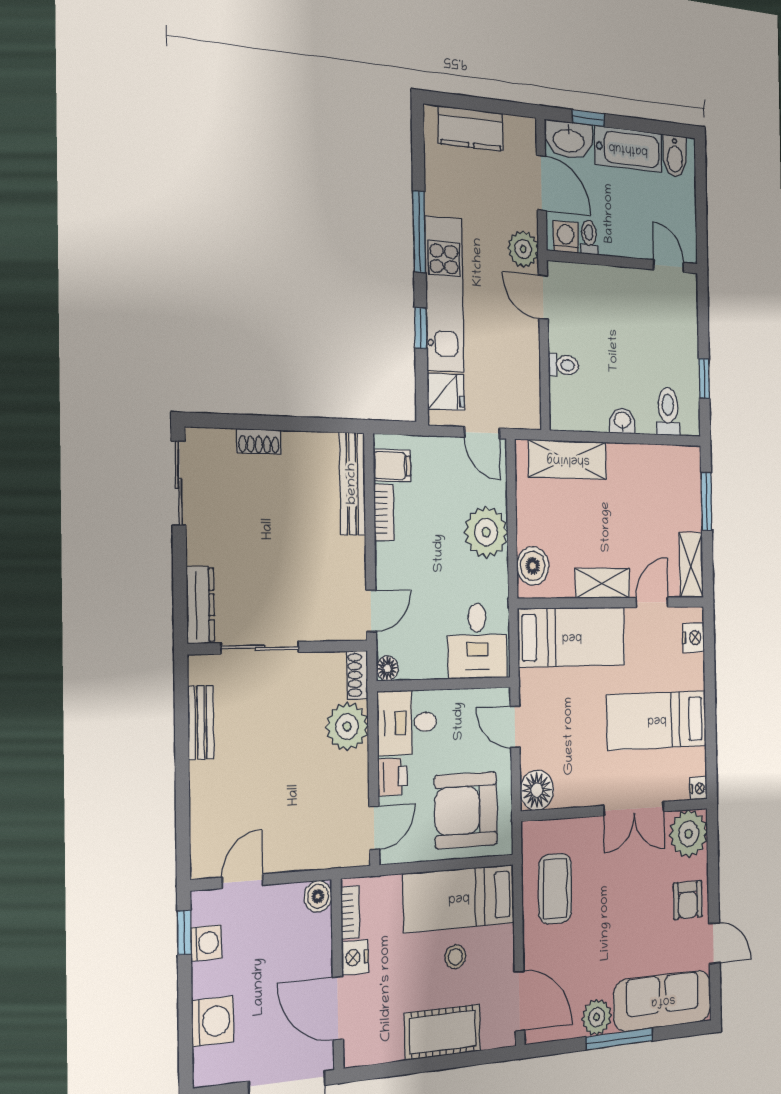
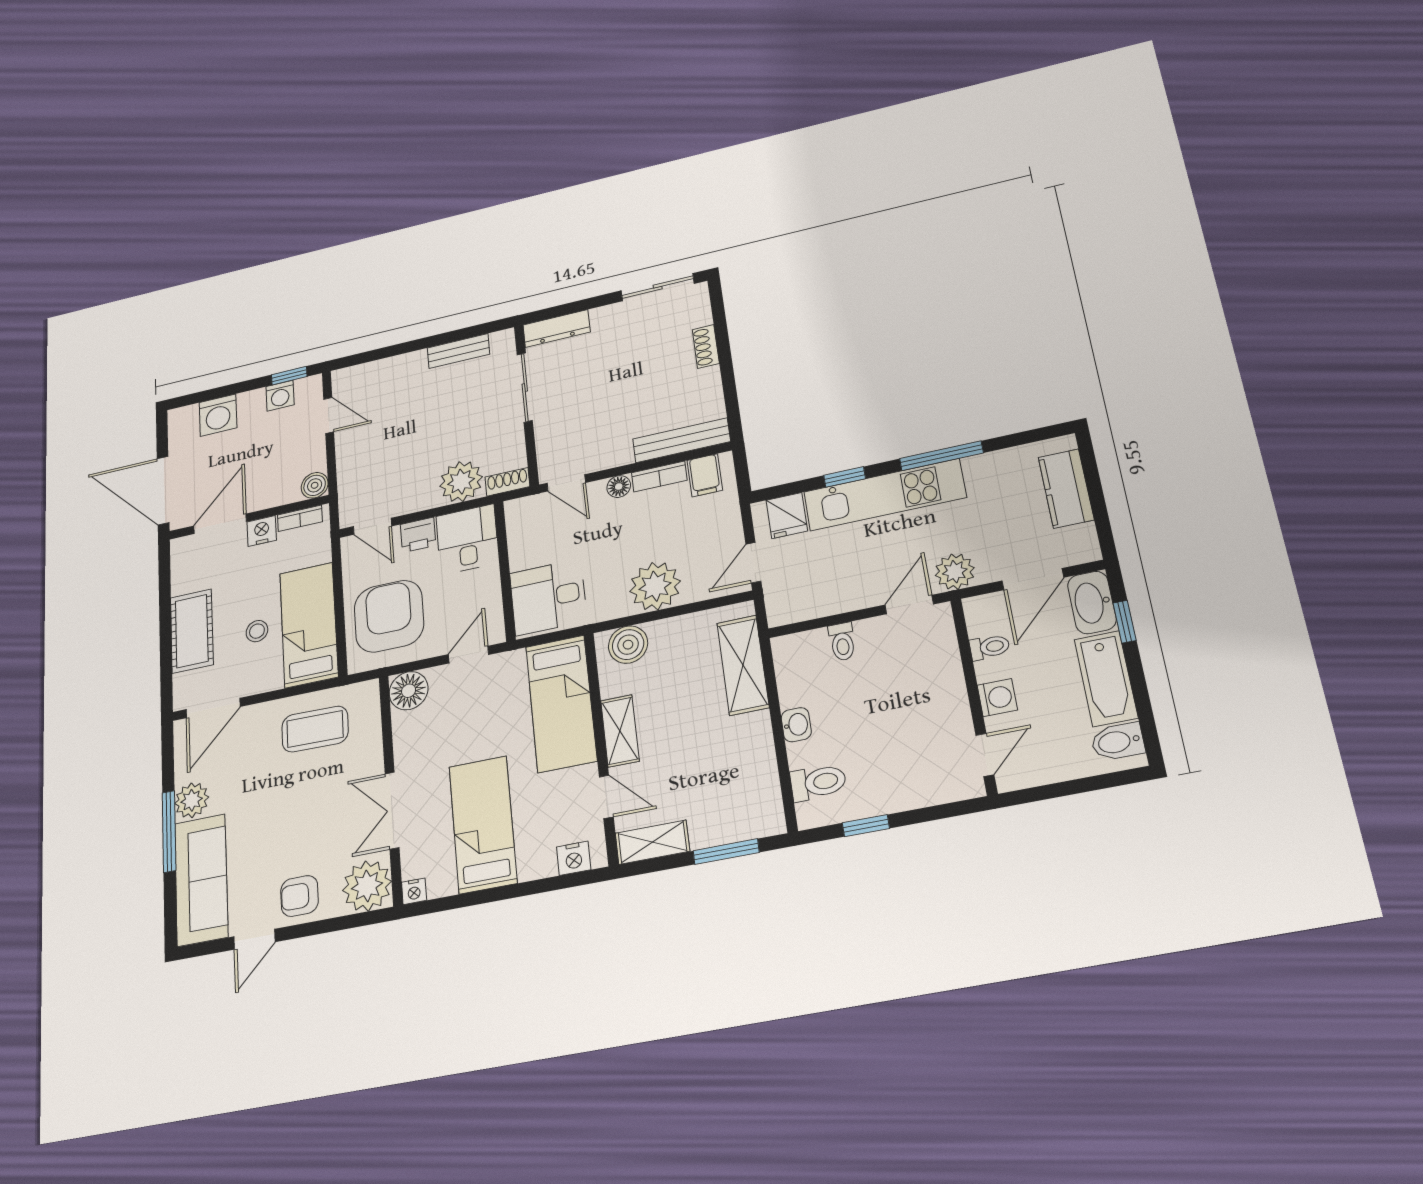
washing machine: (566, 237) -> (997, 698), moved
floor lamp: (387, 668) -> (619, 487), moved

